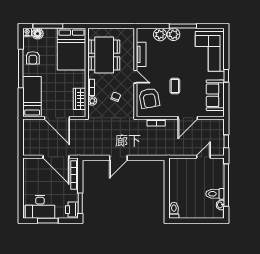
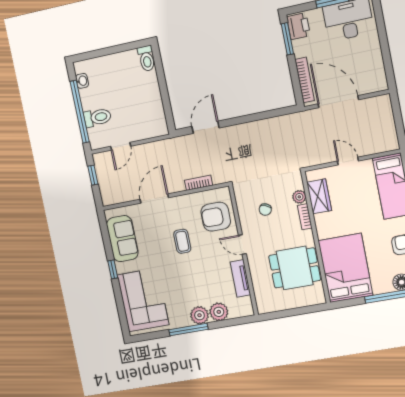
dining table: (104, 55) -> (295, 268), width x0.73
armchair: (149, 98) -> (216, 217), turned -80
door: (57, 118) -> (348, 161), width x0.53
door: (118, 158) -> (206, 127), moved
toilet: (215, 194) -> (97, 117), moved

